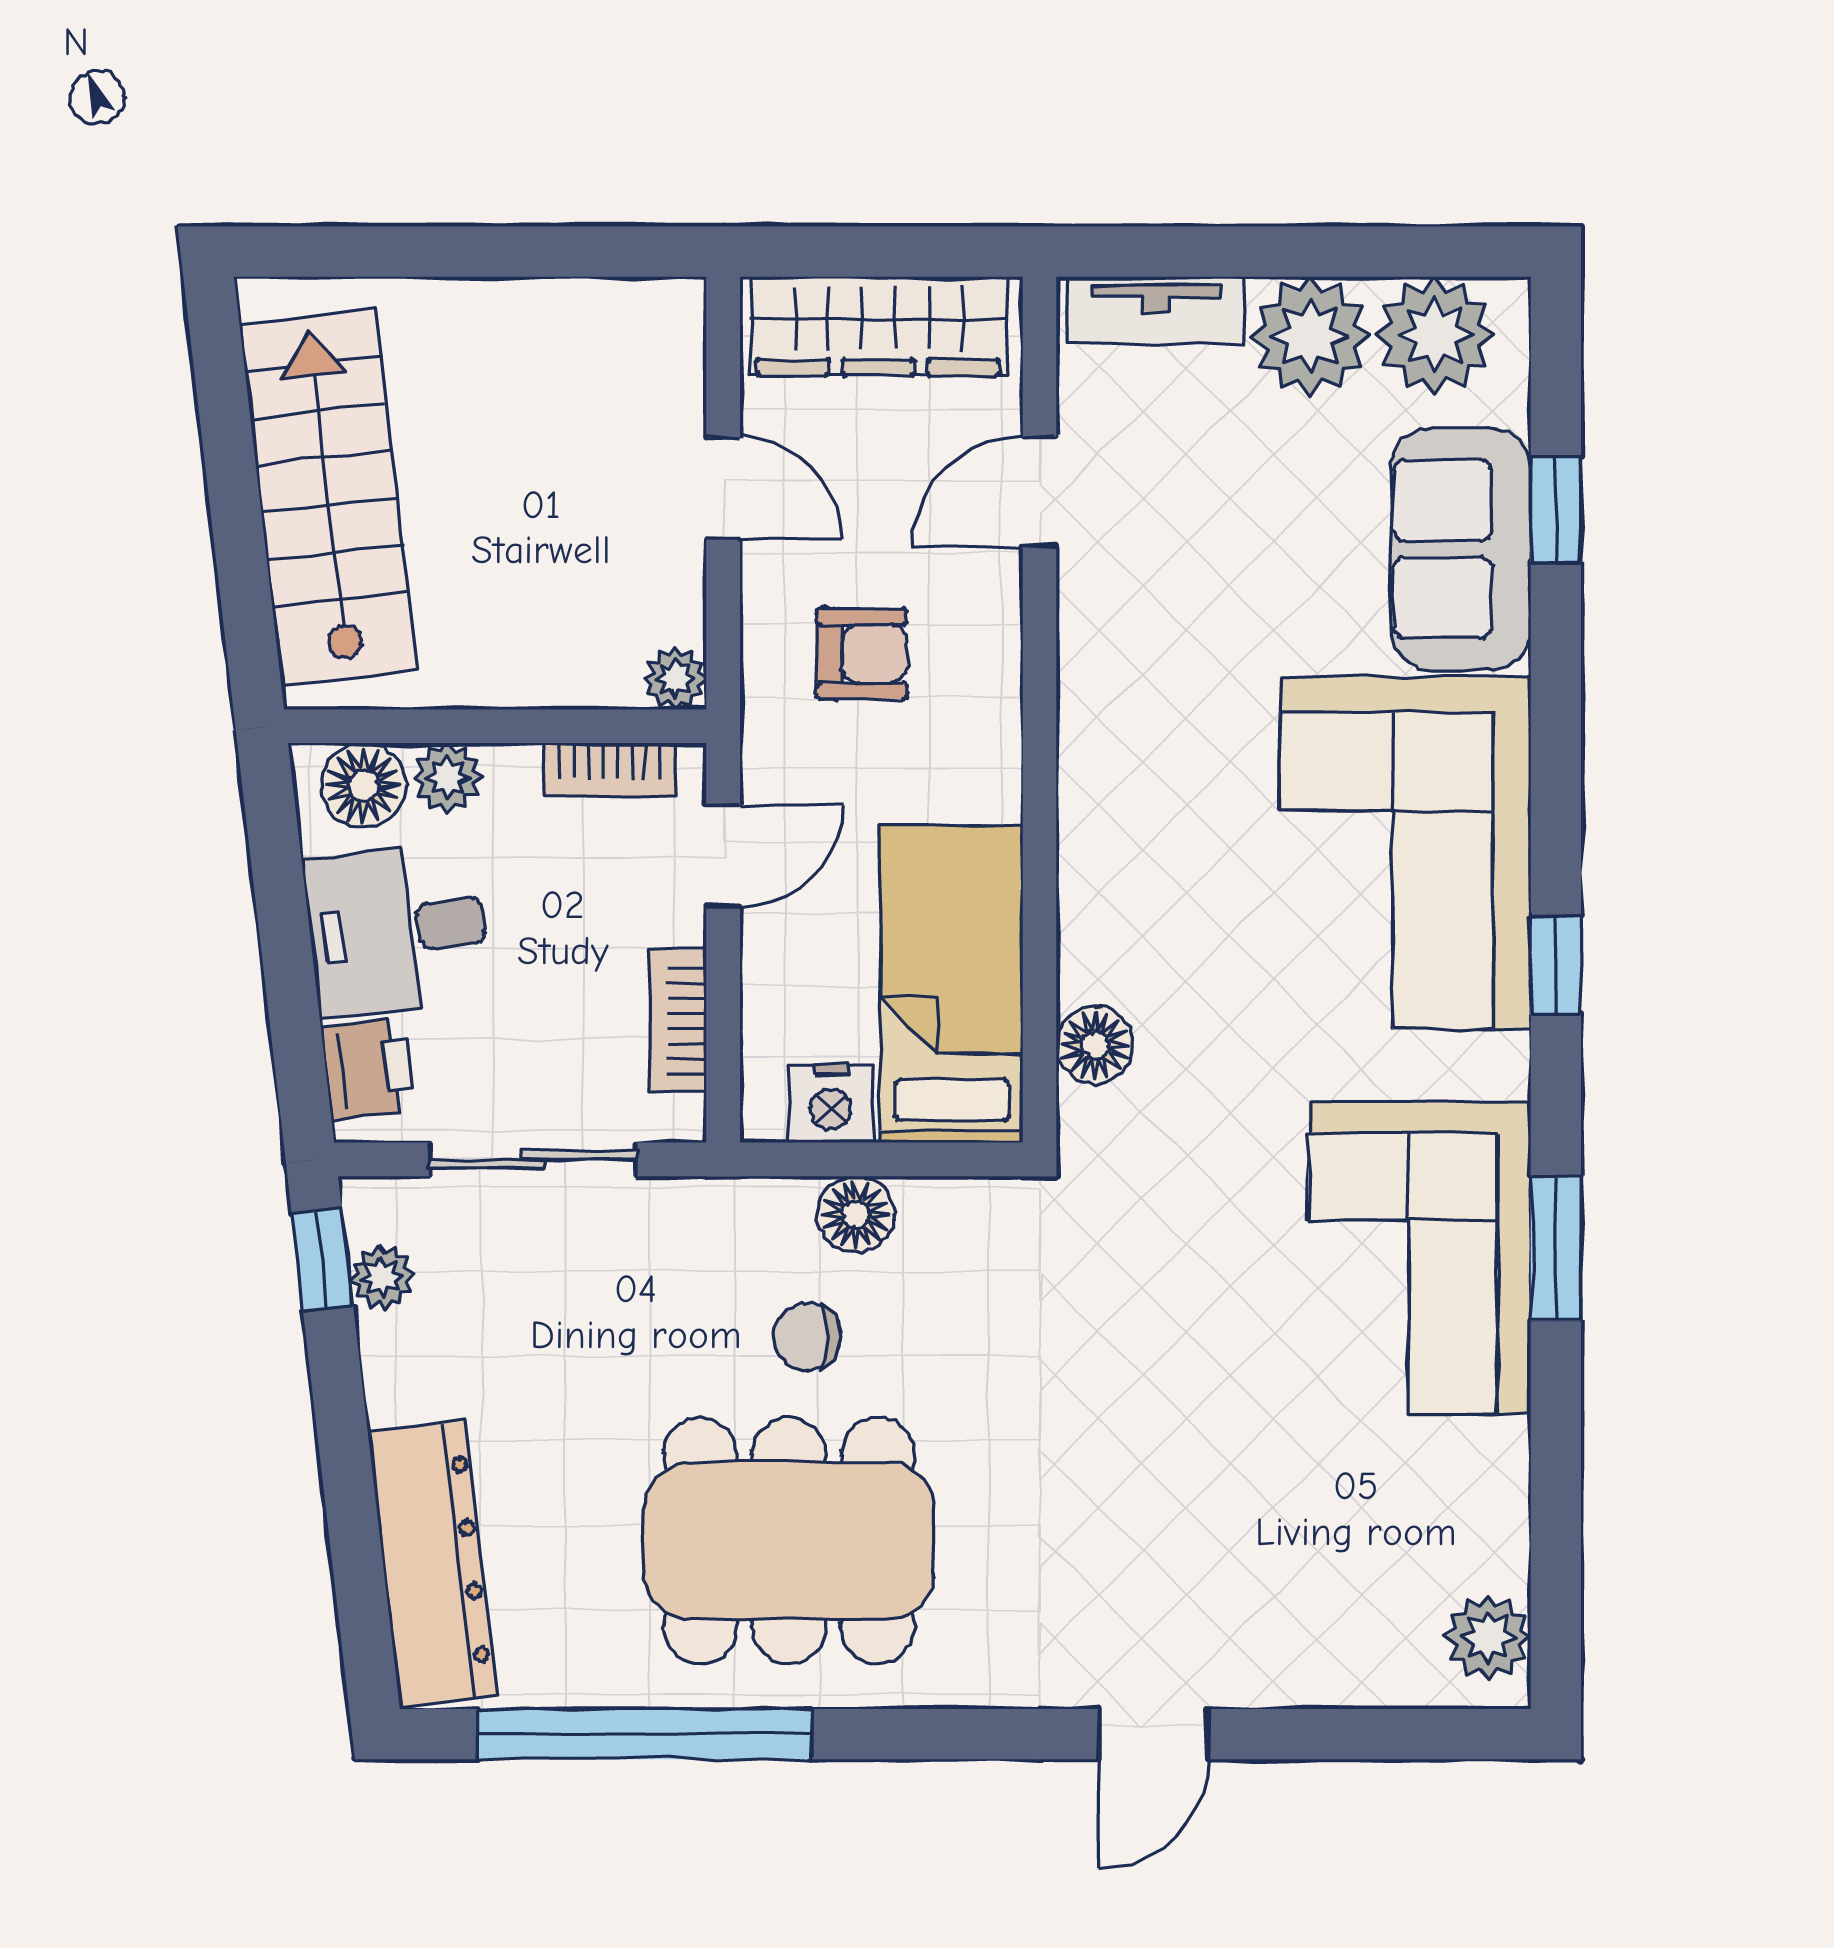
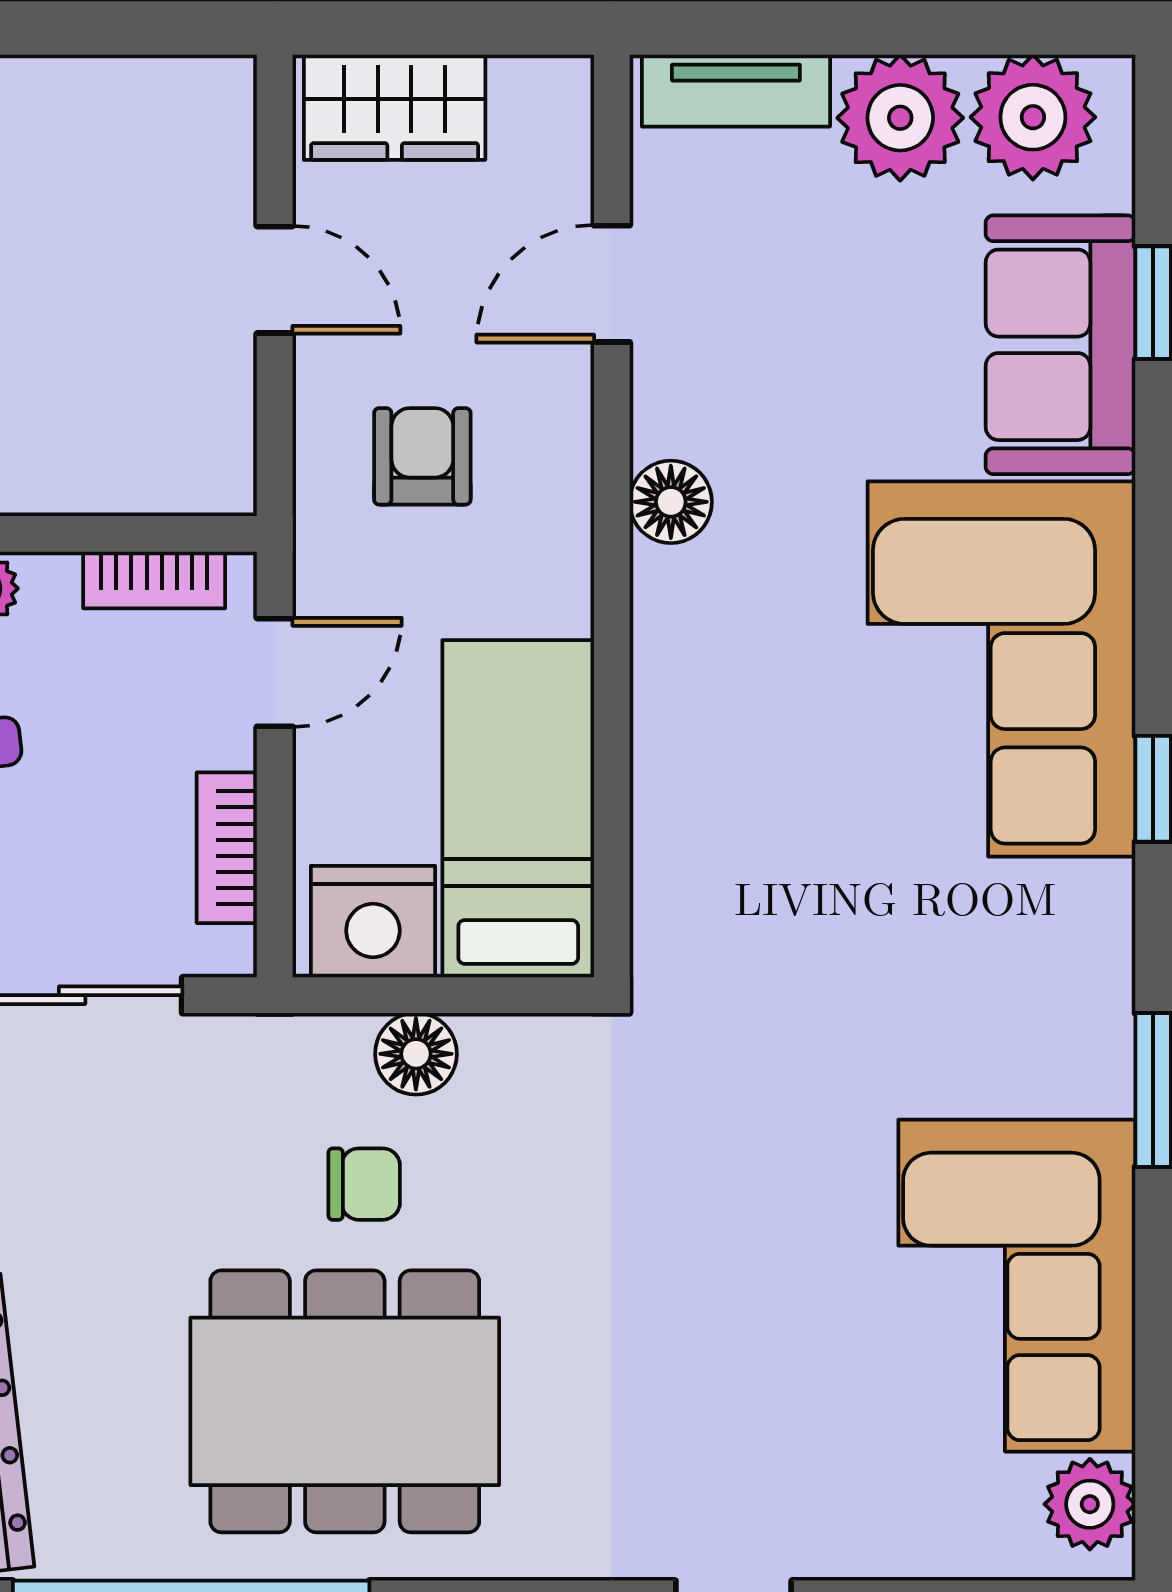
wardrobe: (878, 326) -> (395, 107), width x0.67
armchair: (862, 654) -> (422, 456), turned -90
plant: (675, 679) -> (224, 483), removed
floor lamp: (1095, 1045) -> (671, 502), moved
nightstand: (831, 1103) -> (373, 922), width x1.36, depth x1.33
corner sofa: (1420, 1258) -> (1017, 1286), moved
chair: (807, 1337) -> (364, 1184), turned 180

